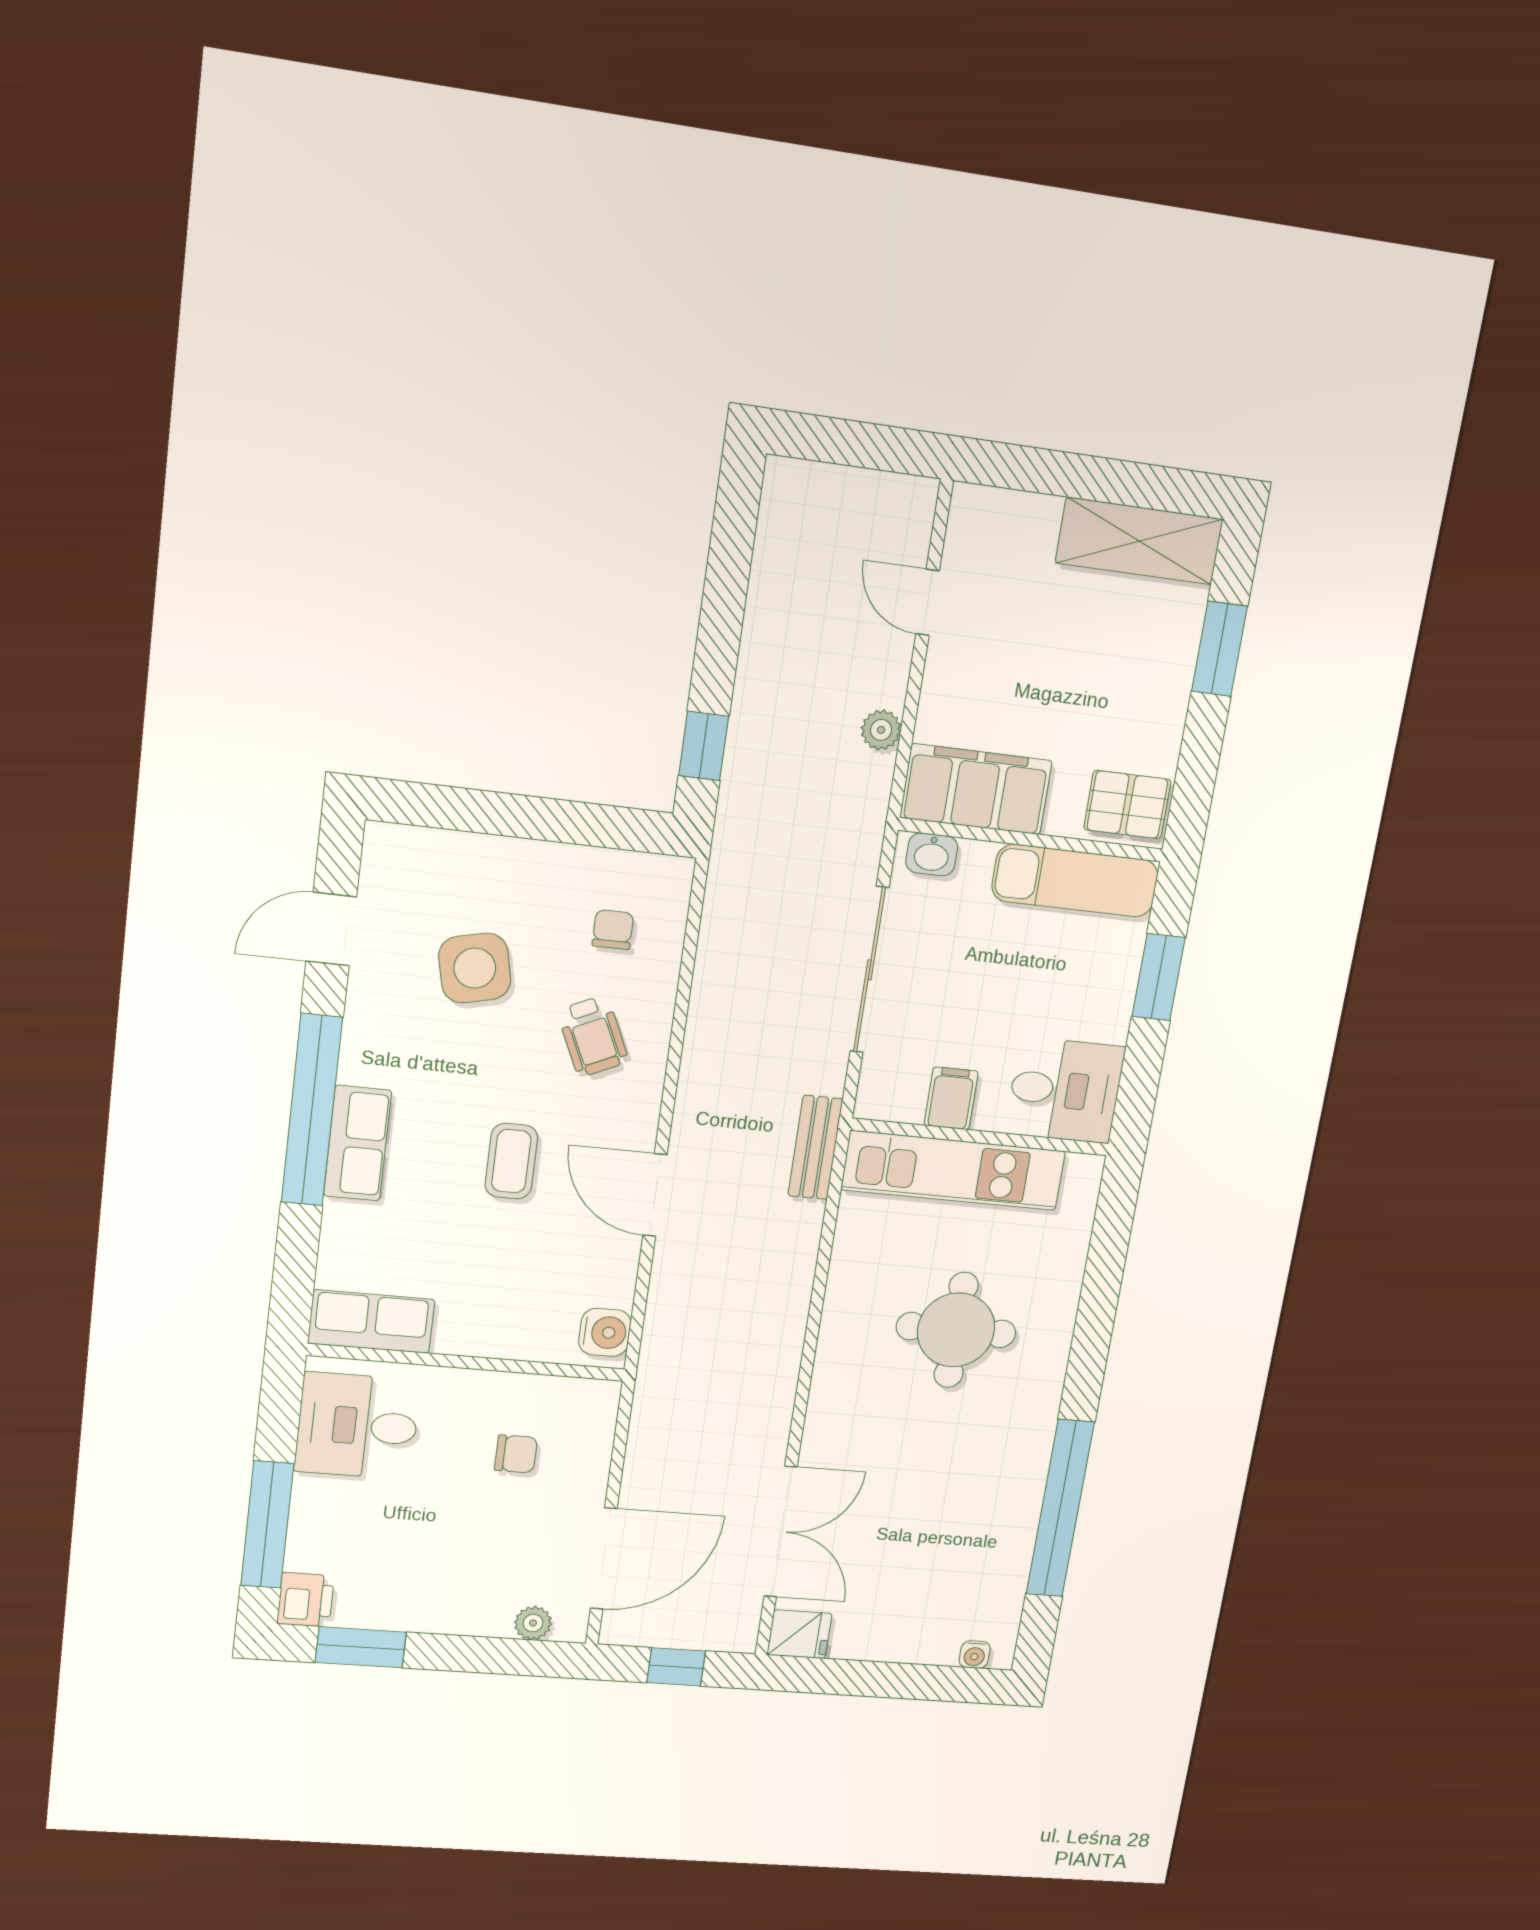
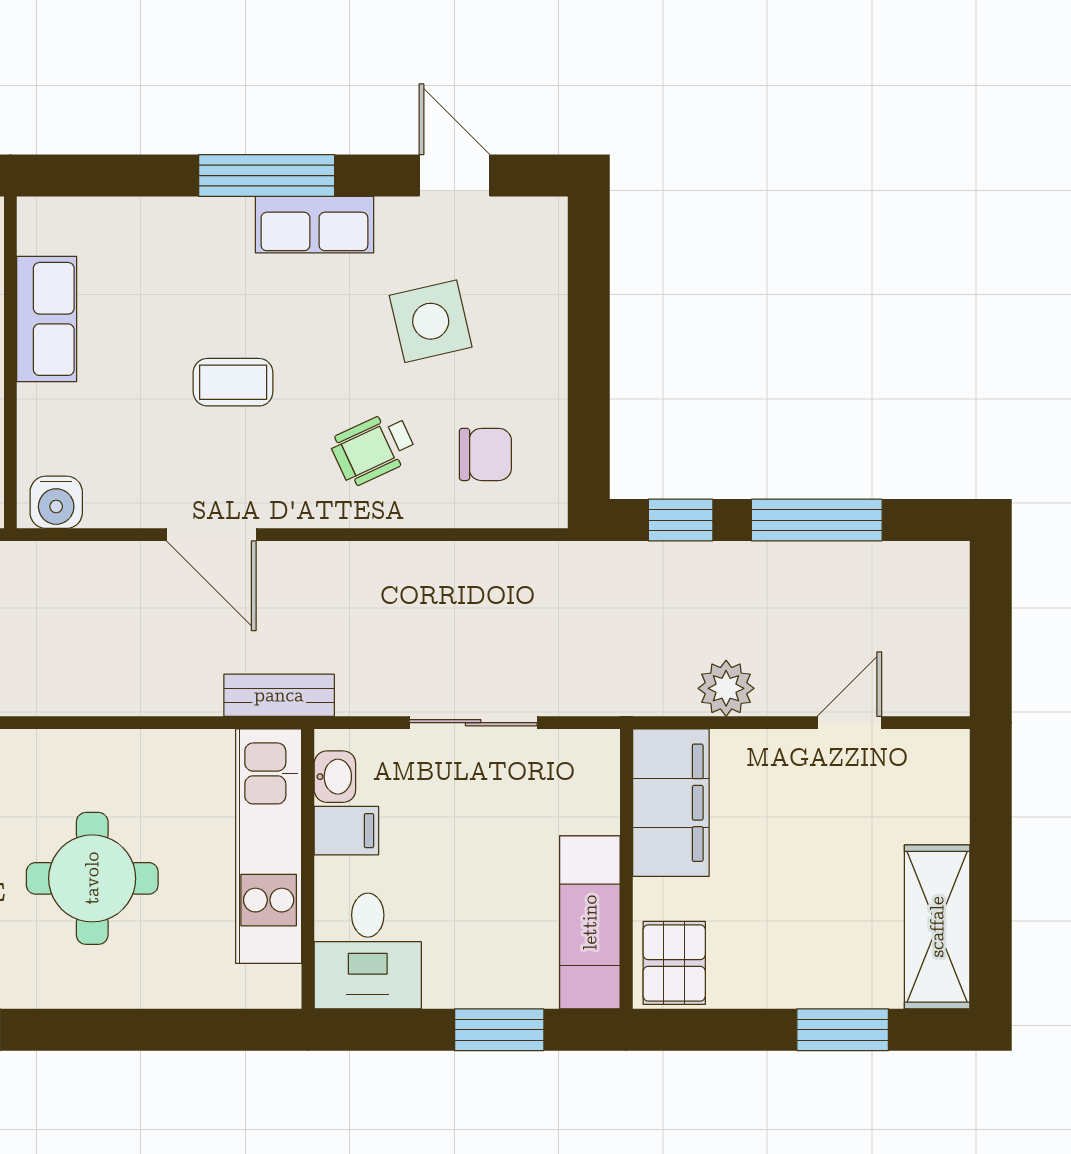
window: (723, 609) -> (817, 520), added
plant: (881, 730) -> (726, 688), width x1.38, depth x1.38
washbasin: (932, 854) -> (335, 777), moved, turned 180
chair: (613, 930) -> (485, 454), width x1.37, depth x1.37
sliding door: (869, 970) -> (473, 723), width x0.73
window: (312, 1110) -> (267, 176), width x0.68
row of seats: (358, 1143) -> (314, 225), moved
door: (655, 1195) -> (211, 535), swing flipped
row of seats: (371, 1321) -> (47, 319), moved

